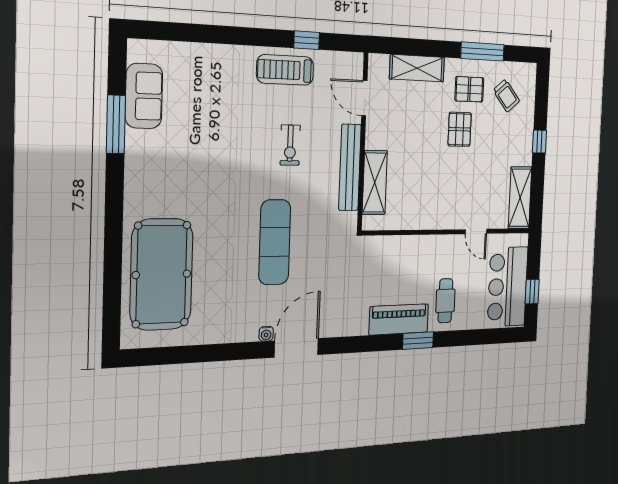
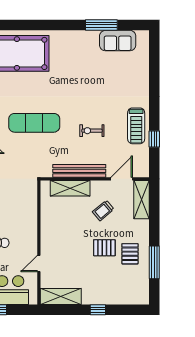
shelving: (417, 68) -> (141, 200), moved
treadmill: (285, 70) -> (136, 126), turned 180
trolley: (506, 96) -> (103, 210), moved

